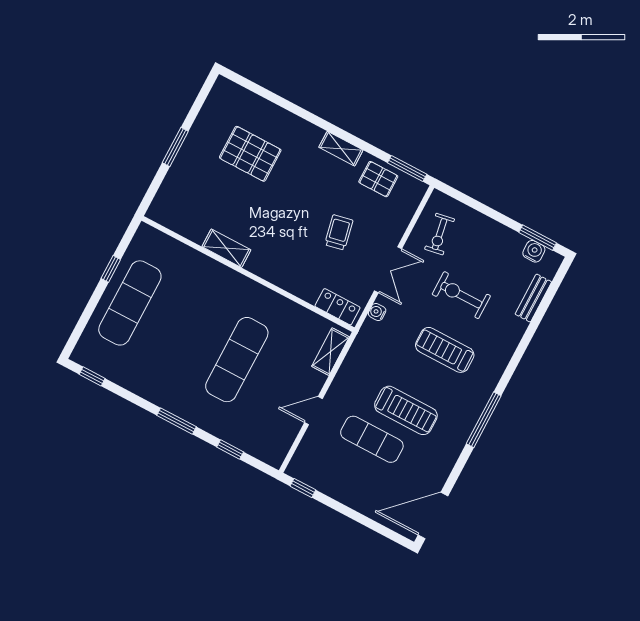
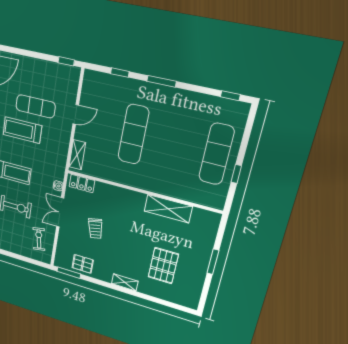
shelving: (341, 149) -> (125, 282), moved
pallet: (250, 154) -> (163, 266), turned 90
shelving: (226, 248) -> (168, 209), width x1.50, depth x1.33

